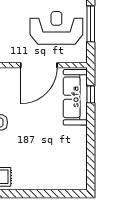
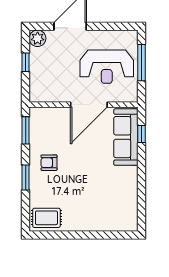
reception desk: (56, 28) -> (107, 67), turned 180

